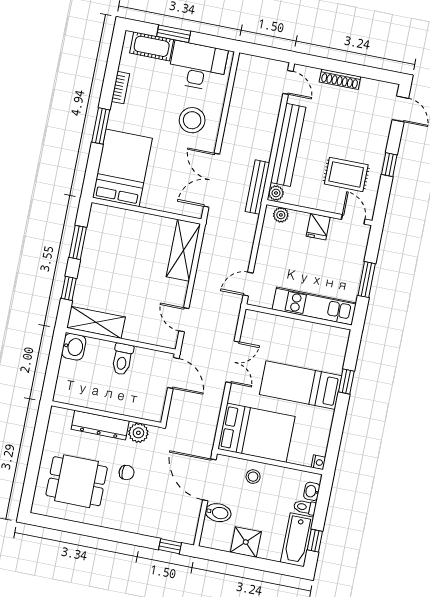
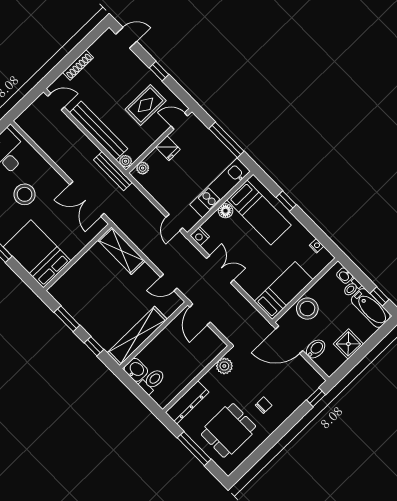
stool: (192, 120) -> (25, 194), moved
window: (367, 280) -> (226, 140), width x1.44
nightstand: (252, 319) -> (200, 236), added
shelving: (96, 322) -> (137, 336), width x1.47
floor lamp: (295, 327) -> (226, 211), added
toilet: (122, 359) -> (152, 381), moved, turned -90
door: (173, 373) -> (200, 315), swing flipped
bed: (301, 385) -> (259, 213), moved, turned -90
dresser: (100, 425) -> (187, 402), moved
bed: (256, 433) -> (284, 291), width x0.67
window: (35, 459) -> (194, 449), added
nightstand: (318, 462) -> (316, 246), moved
chair: (127, 472) -> (264, 405), moved
stool: (253, 477) -> (307, 309), width x1.89, depth x1.89

